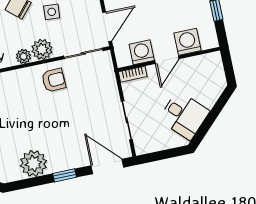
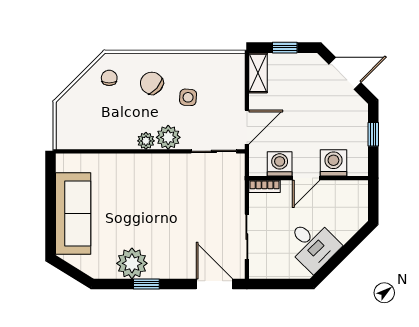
armchair: (54, 80) -> (174, 174), removed
window: (65, 175) -> (146, 284), moved

